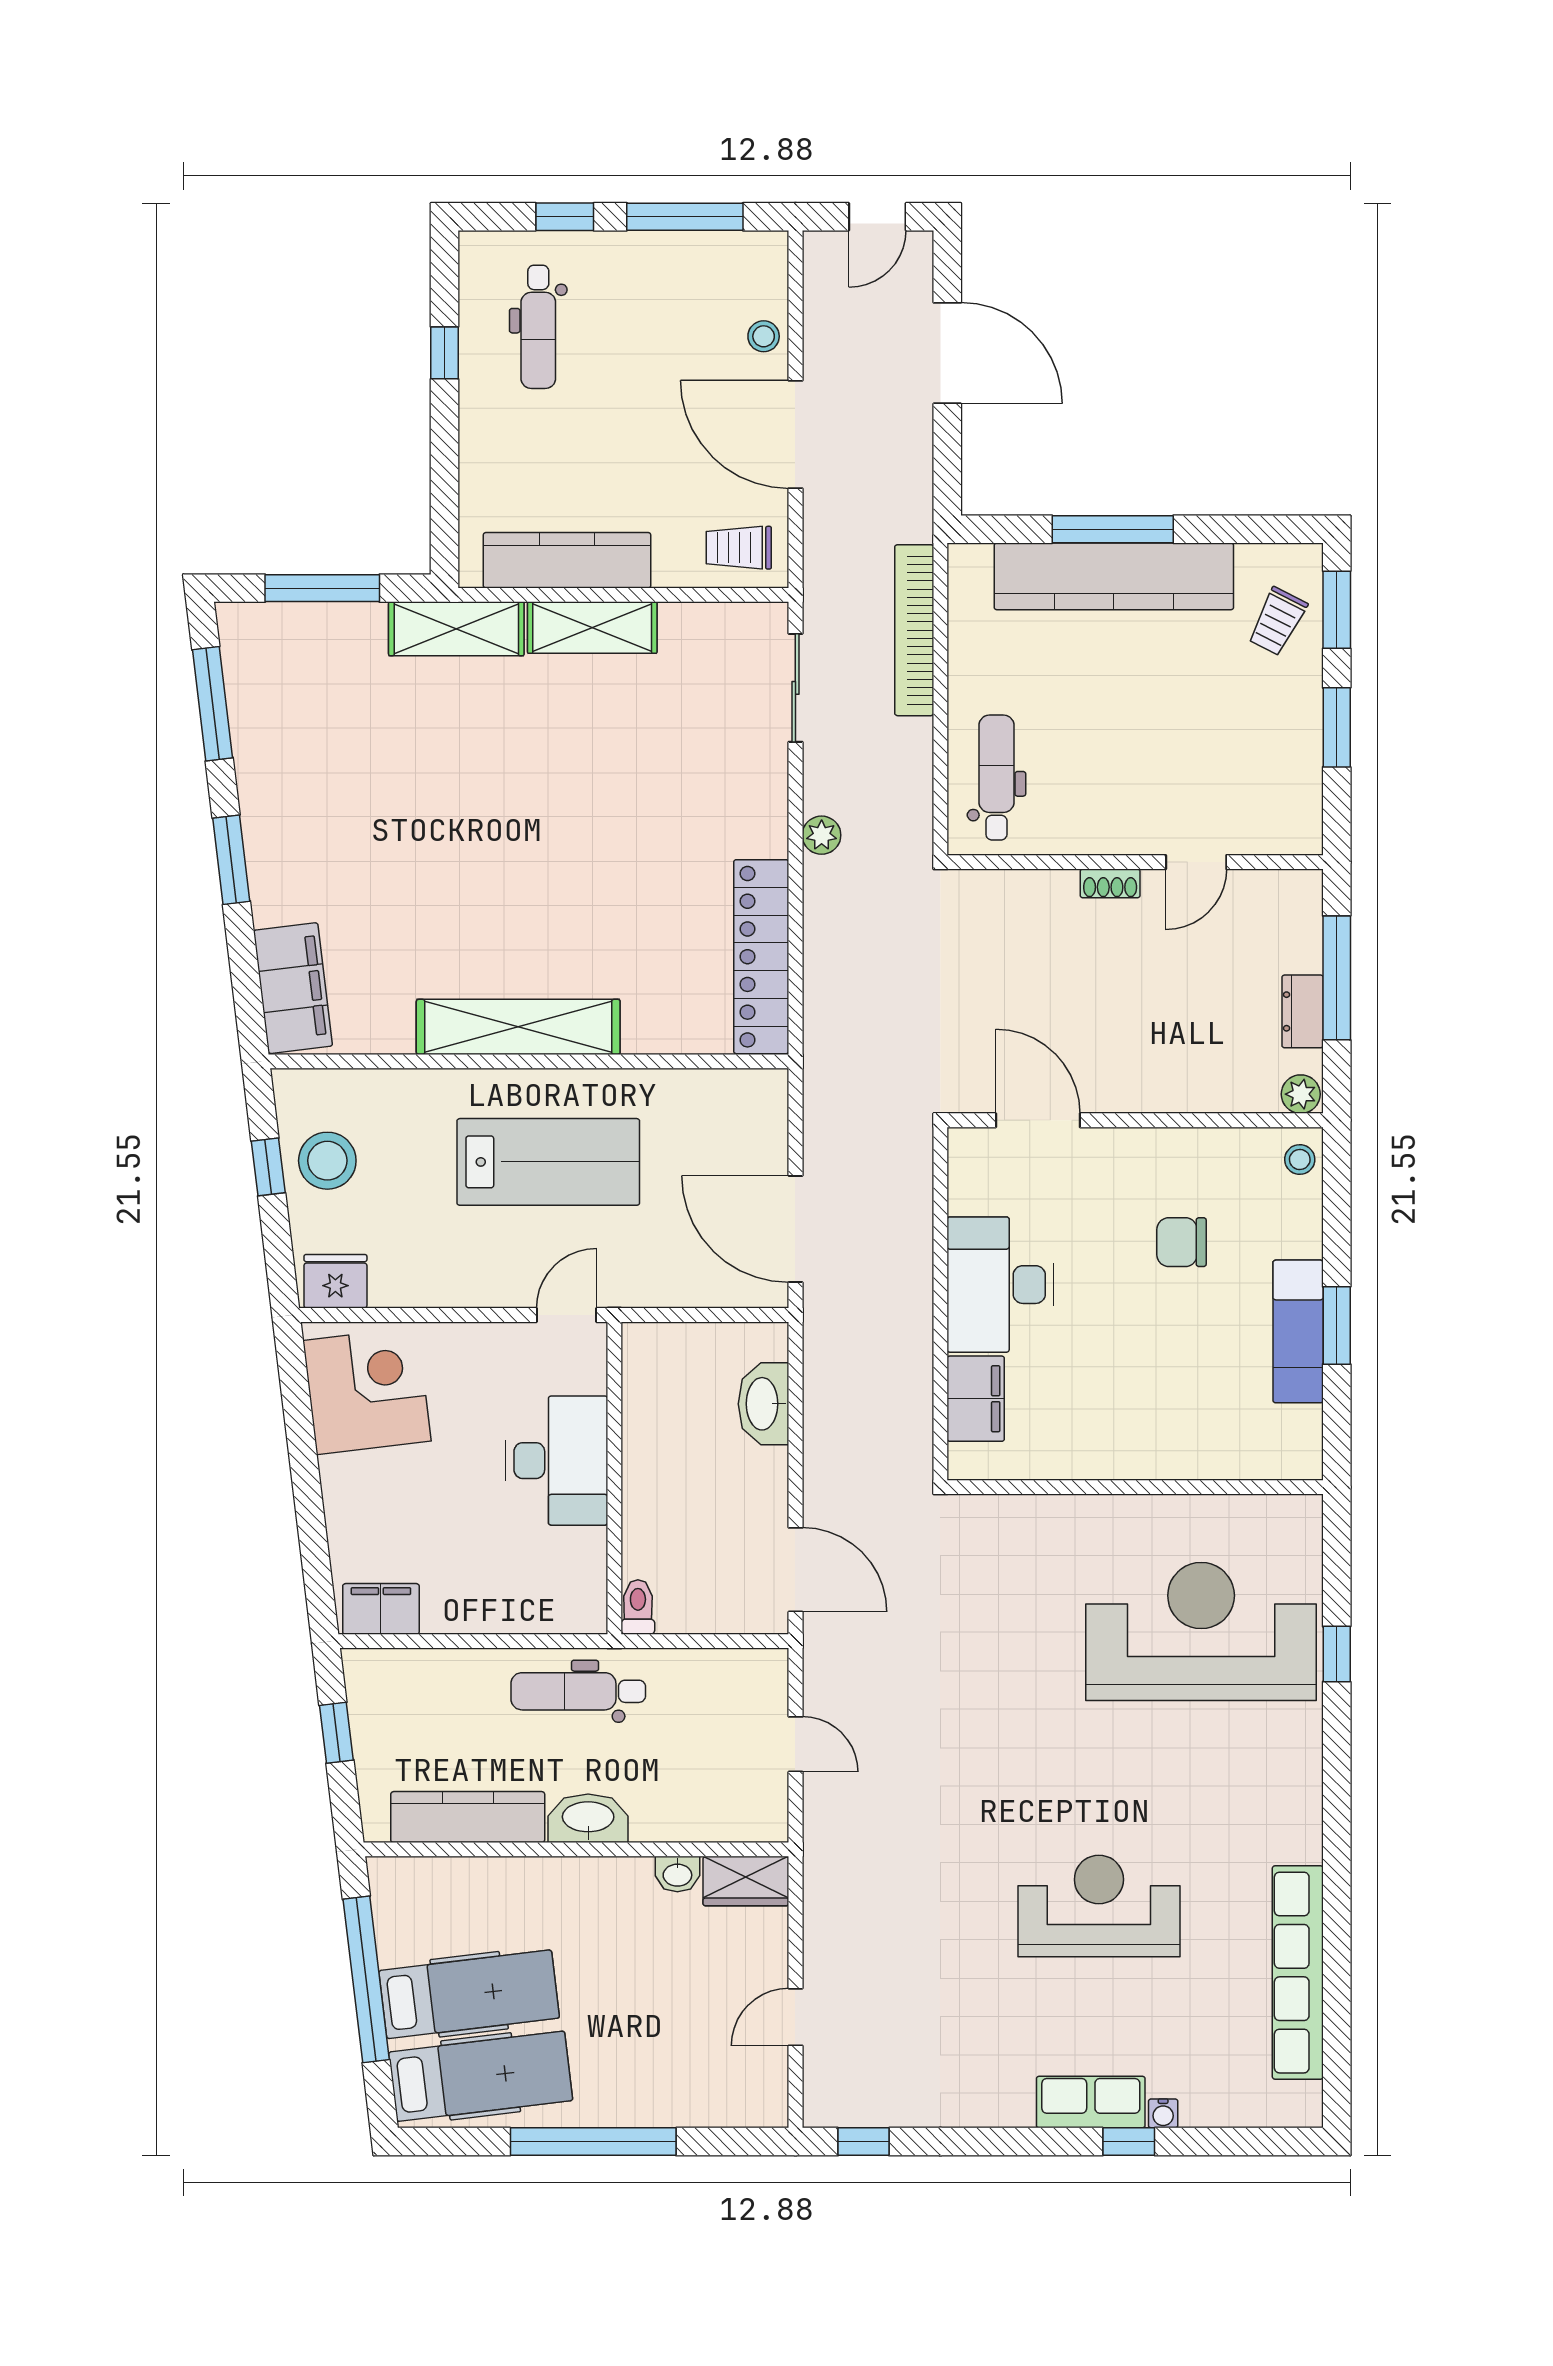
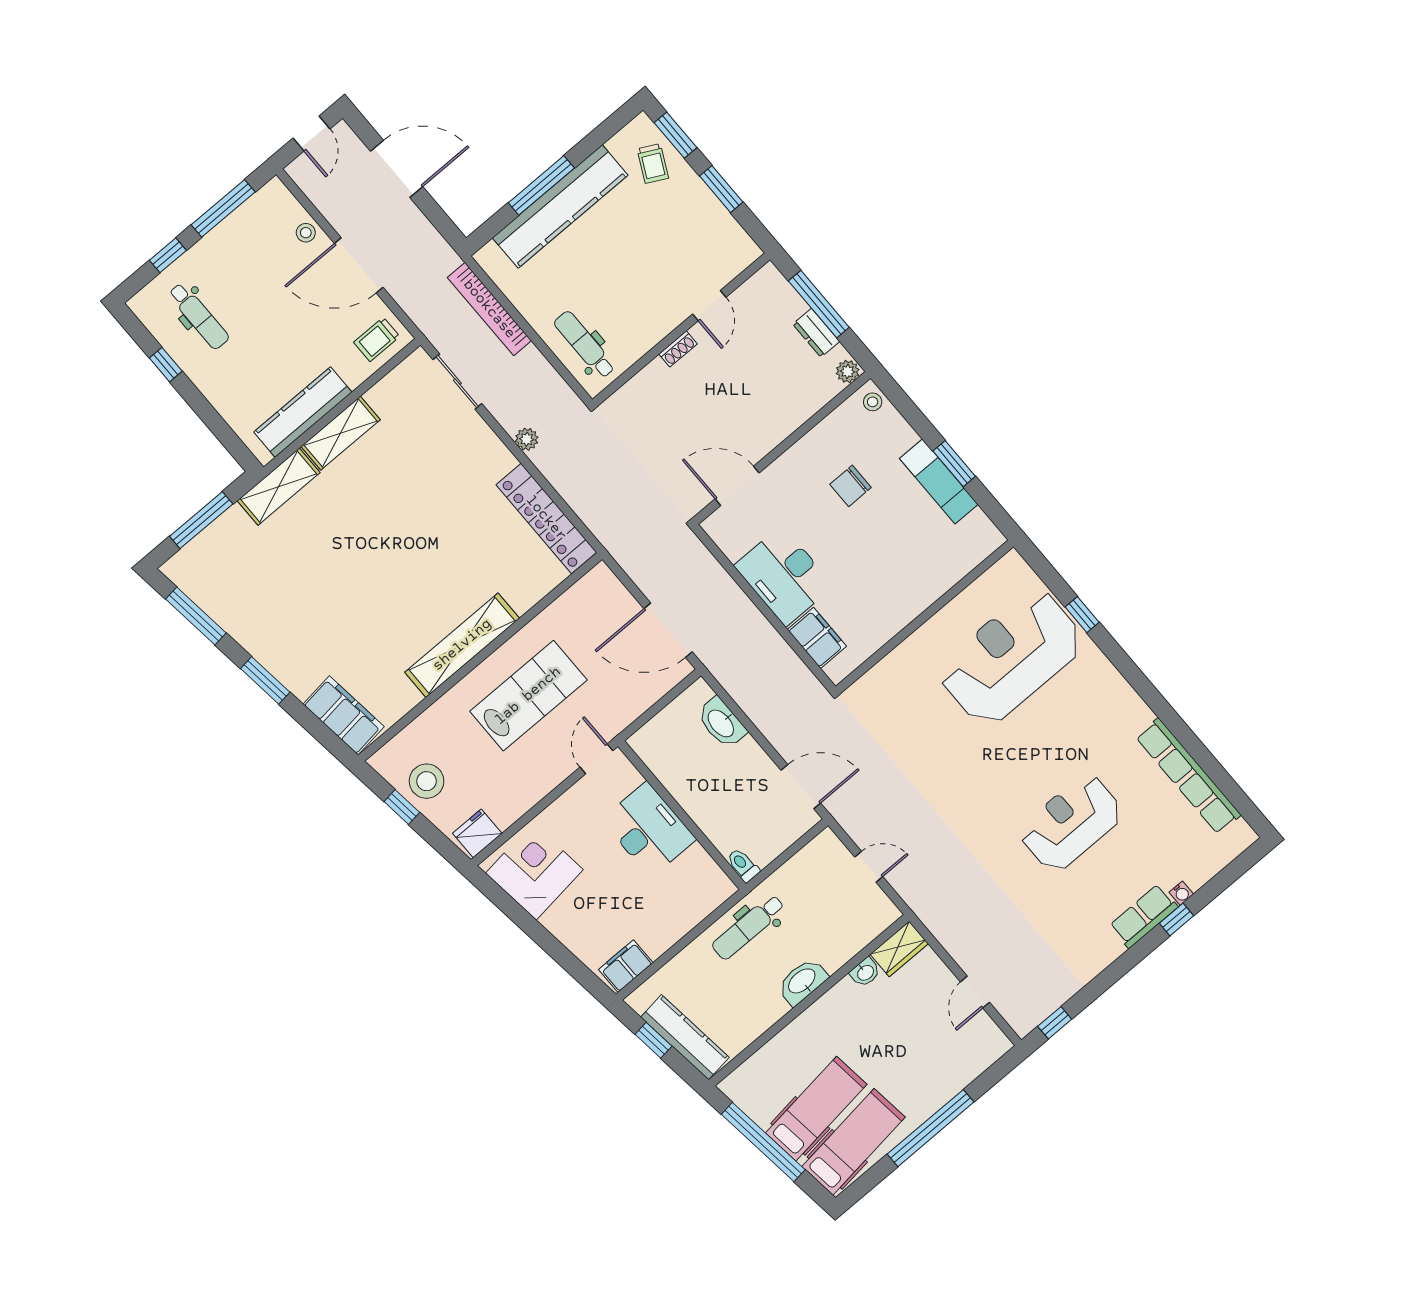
kitchen counter: (468, 1817) -> (685, 1037), moved, turned 83

